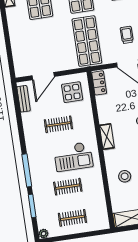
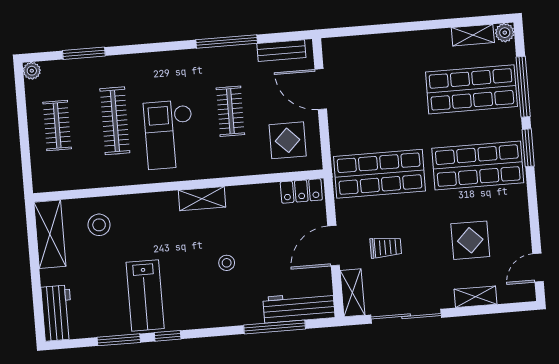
window: (27, 170) -> (227, 41), moved
stool: (125, 176) -> (99, 225), moved
clothes rail: (68, 187) -> (115, 121), width x1.36

